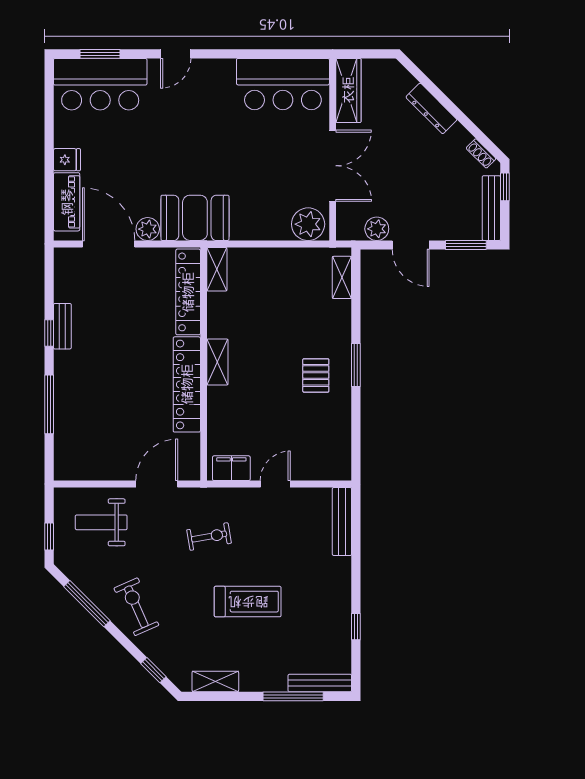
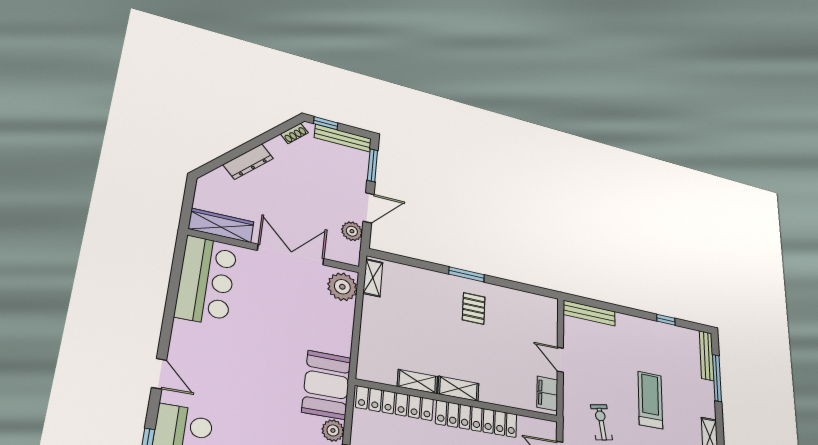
shelving: (217, 269) -> (417, 381), moved
shelving: (342, 277) -> (373, 278), moved, turned 90
pallet: (316, 375) -> (474, 308), turned 90

